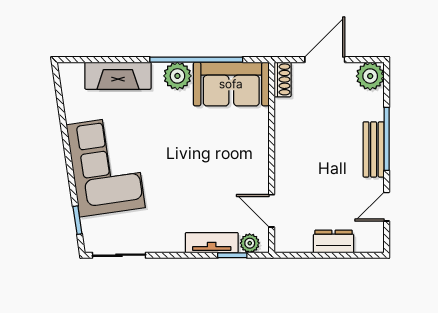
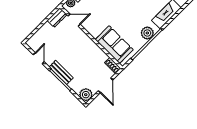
sofa: (231, 84) -> (114, 45), moved, turned 90
dresser: (334, 241) -> (57, 18), moved

